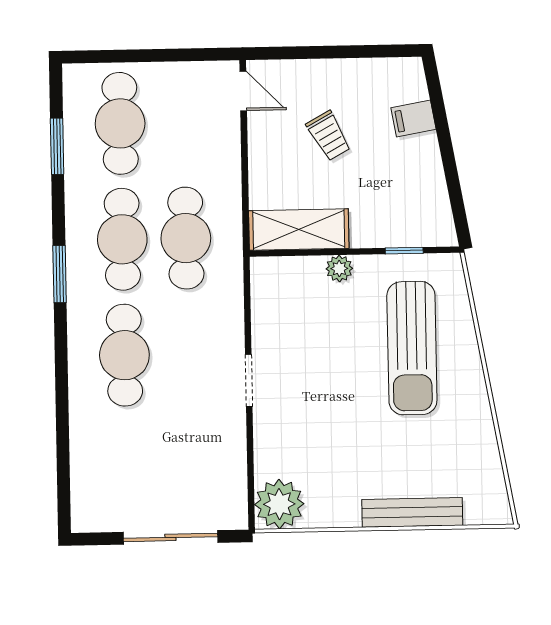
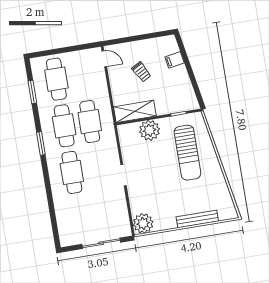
plant: (339, 269) -> (150, 130), width x1.88, depth x1.88

